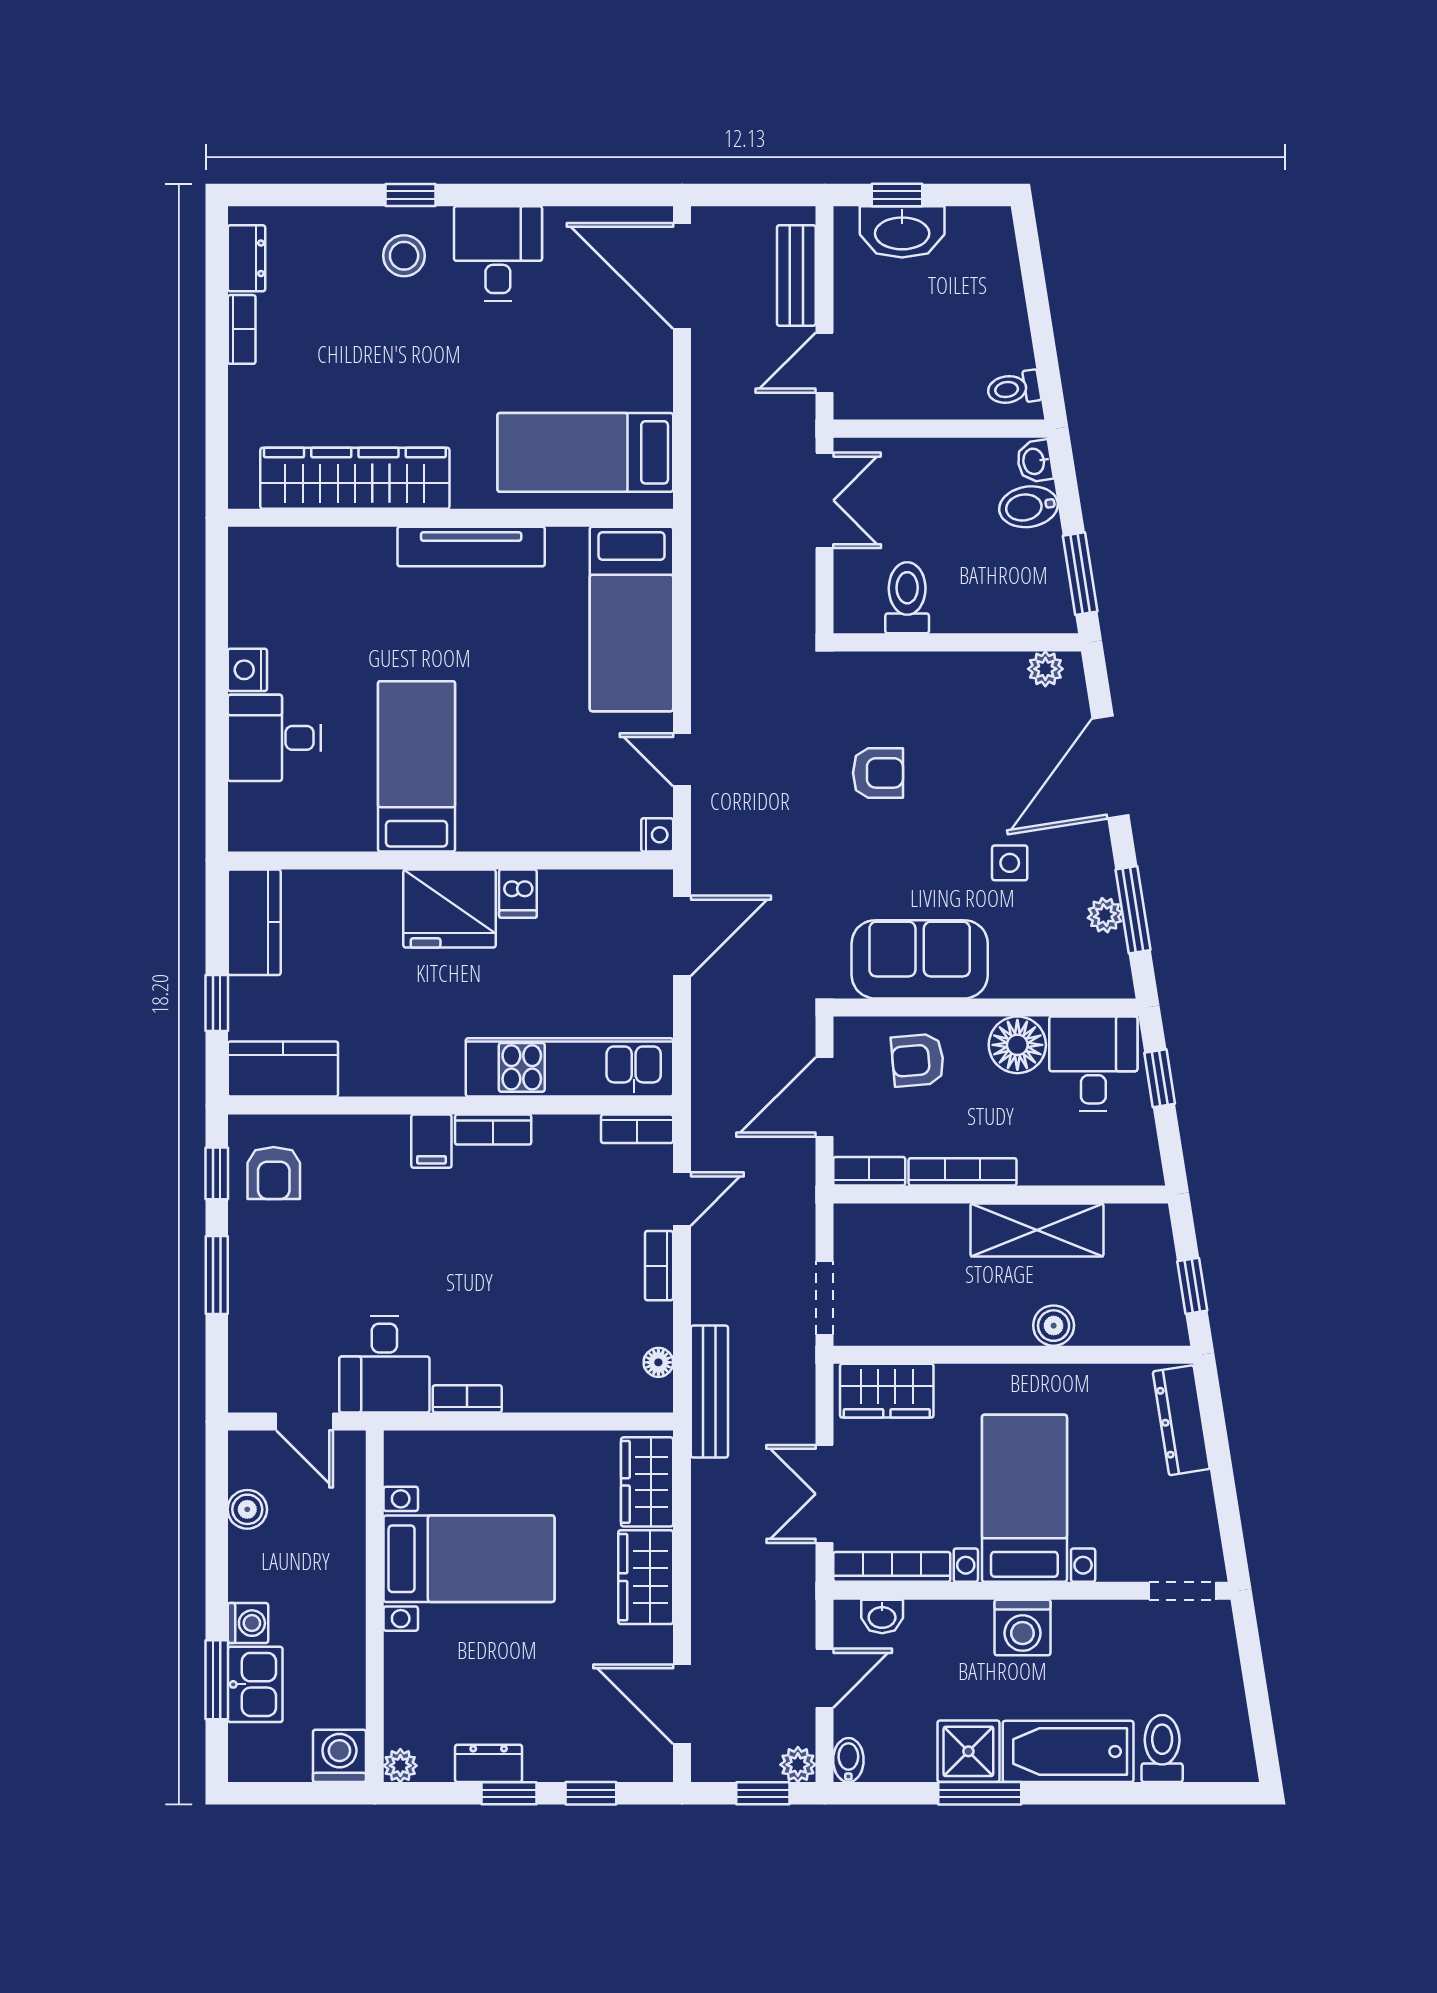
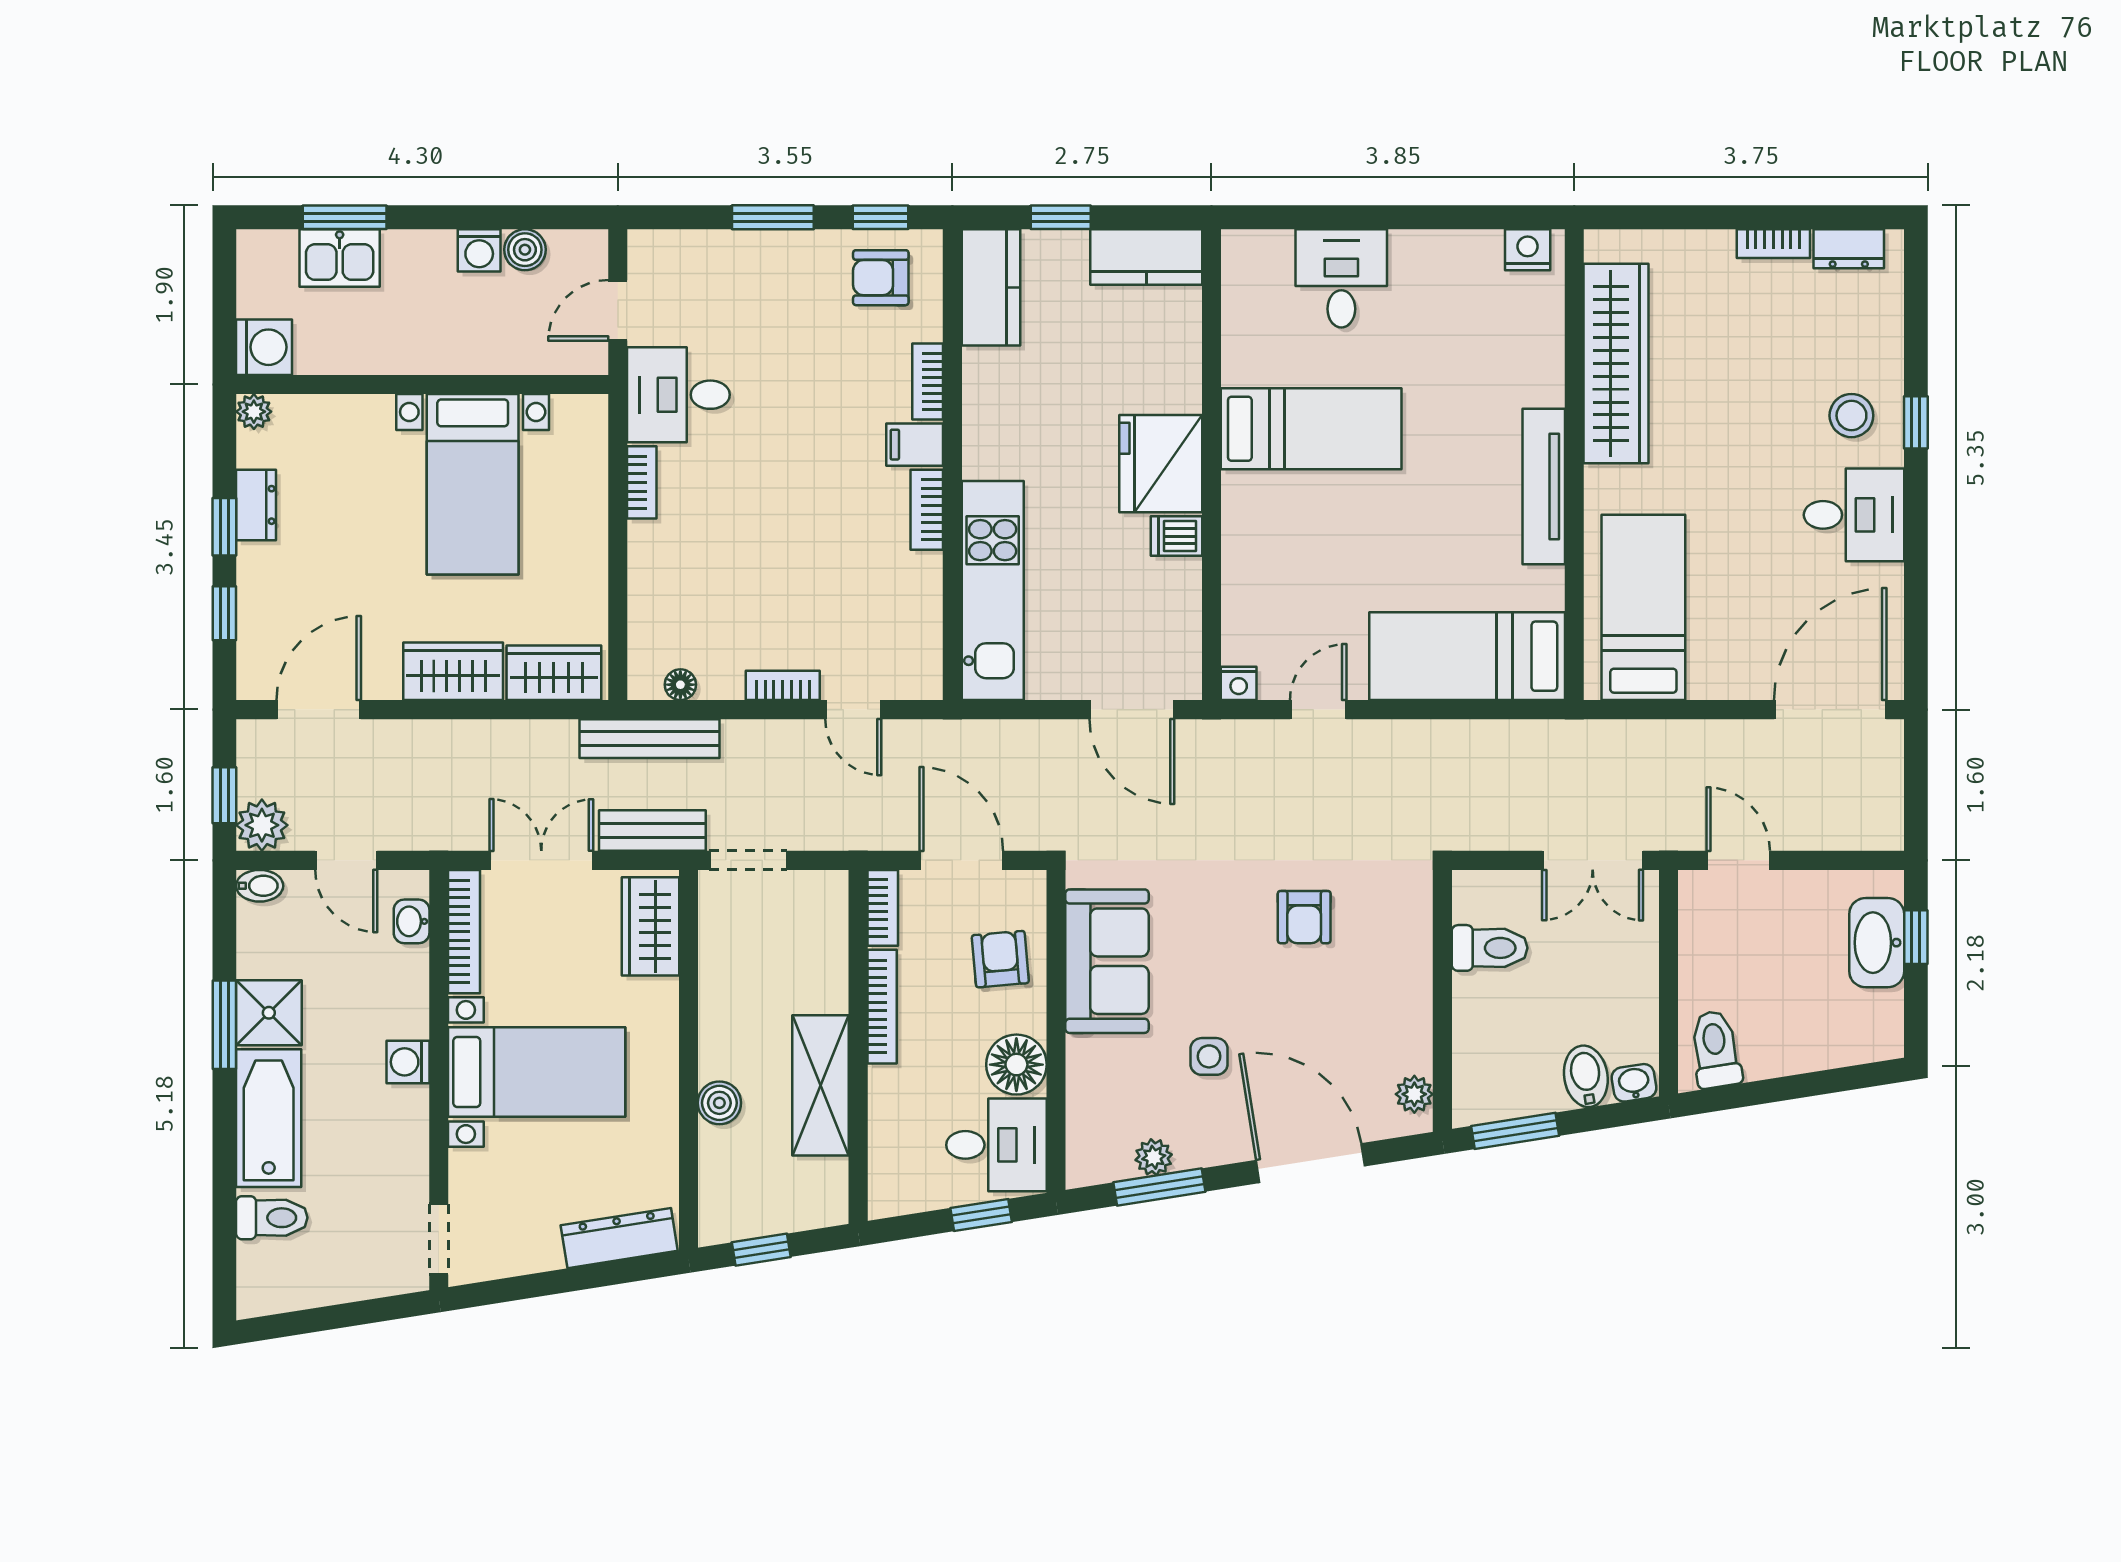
bench: (796, 275) -> (652, 831), moved
toilet: (1014, 388) -> (1716, 1049), width x1.37, depth x1.39
nightstand: (247, 670) -> (1528, 250), moved
bookcase: (637, 1129) -> (928, 381), moved
washing machine: (248, 1623) -> (479, 250), moved
washing machine: (1022, 1627) -> (408, 1062), width x0.73, depth x0.73
plant: (798, 1765) -> (262, 825), width x1.38, depth x1.38

